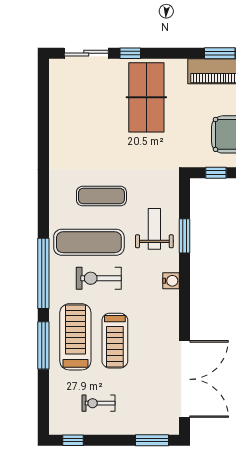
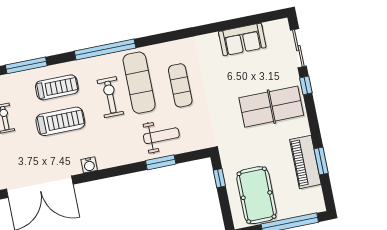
sofa: (63, 115) -> (242, 39), added
water cooler: (171, 281) -> (89, 165), moved
treadmill: (75, 337) -> (57, 87), width x0.73, depth x0.73
treadmill: (115, 341) -> (60, 121), turned 180
window: (43, 345) -> (26, 65), moved

